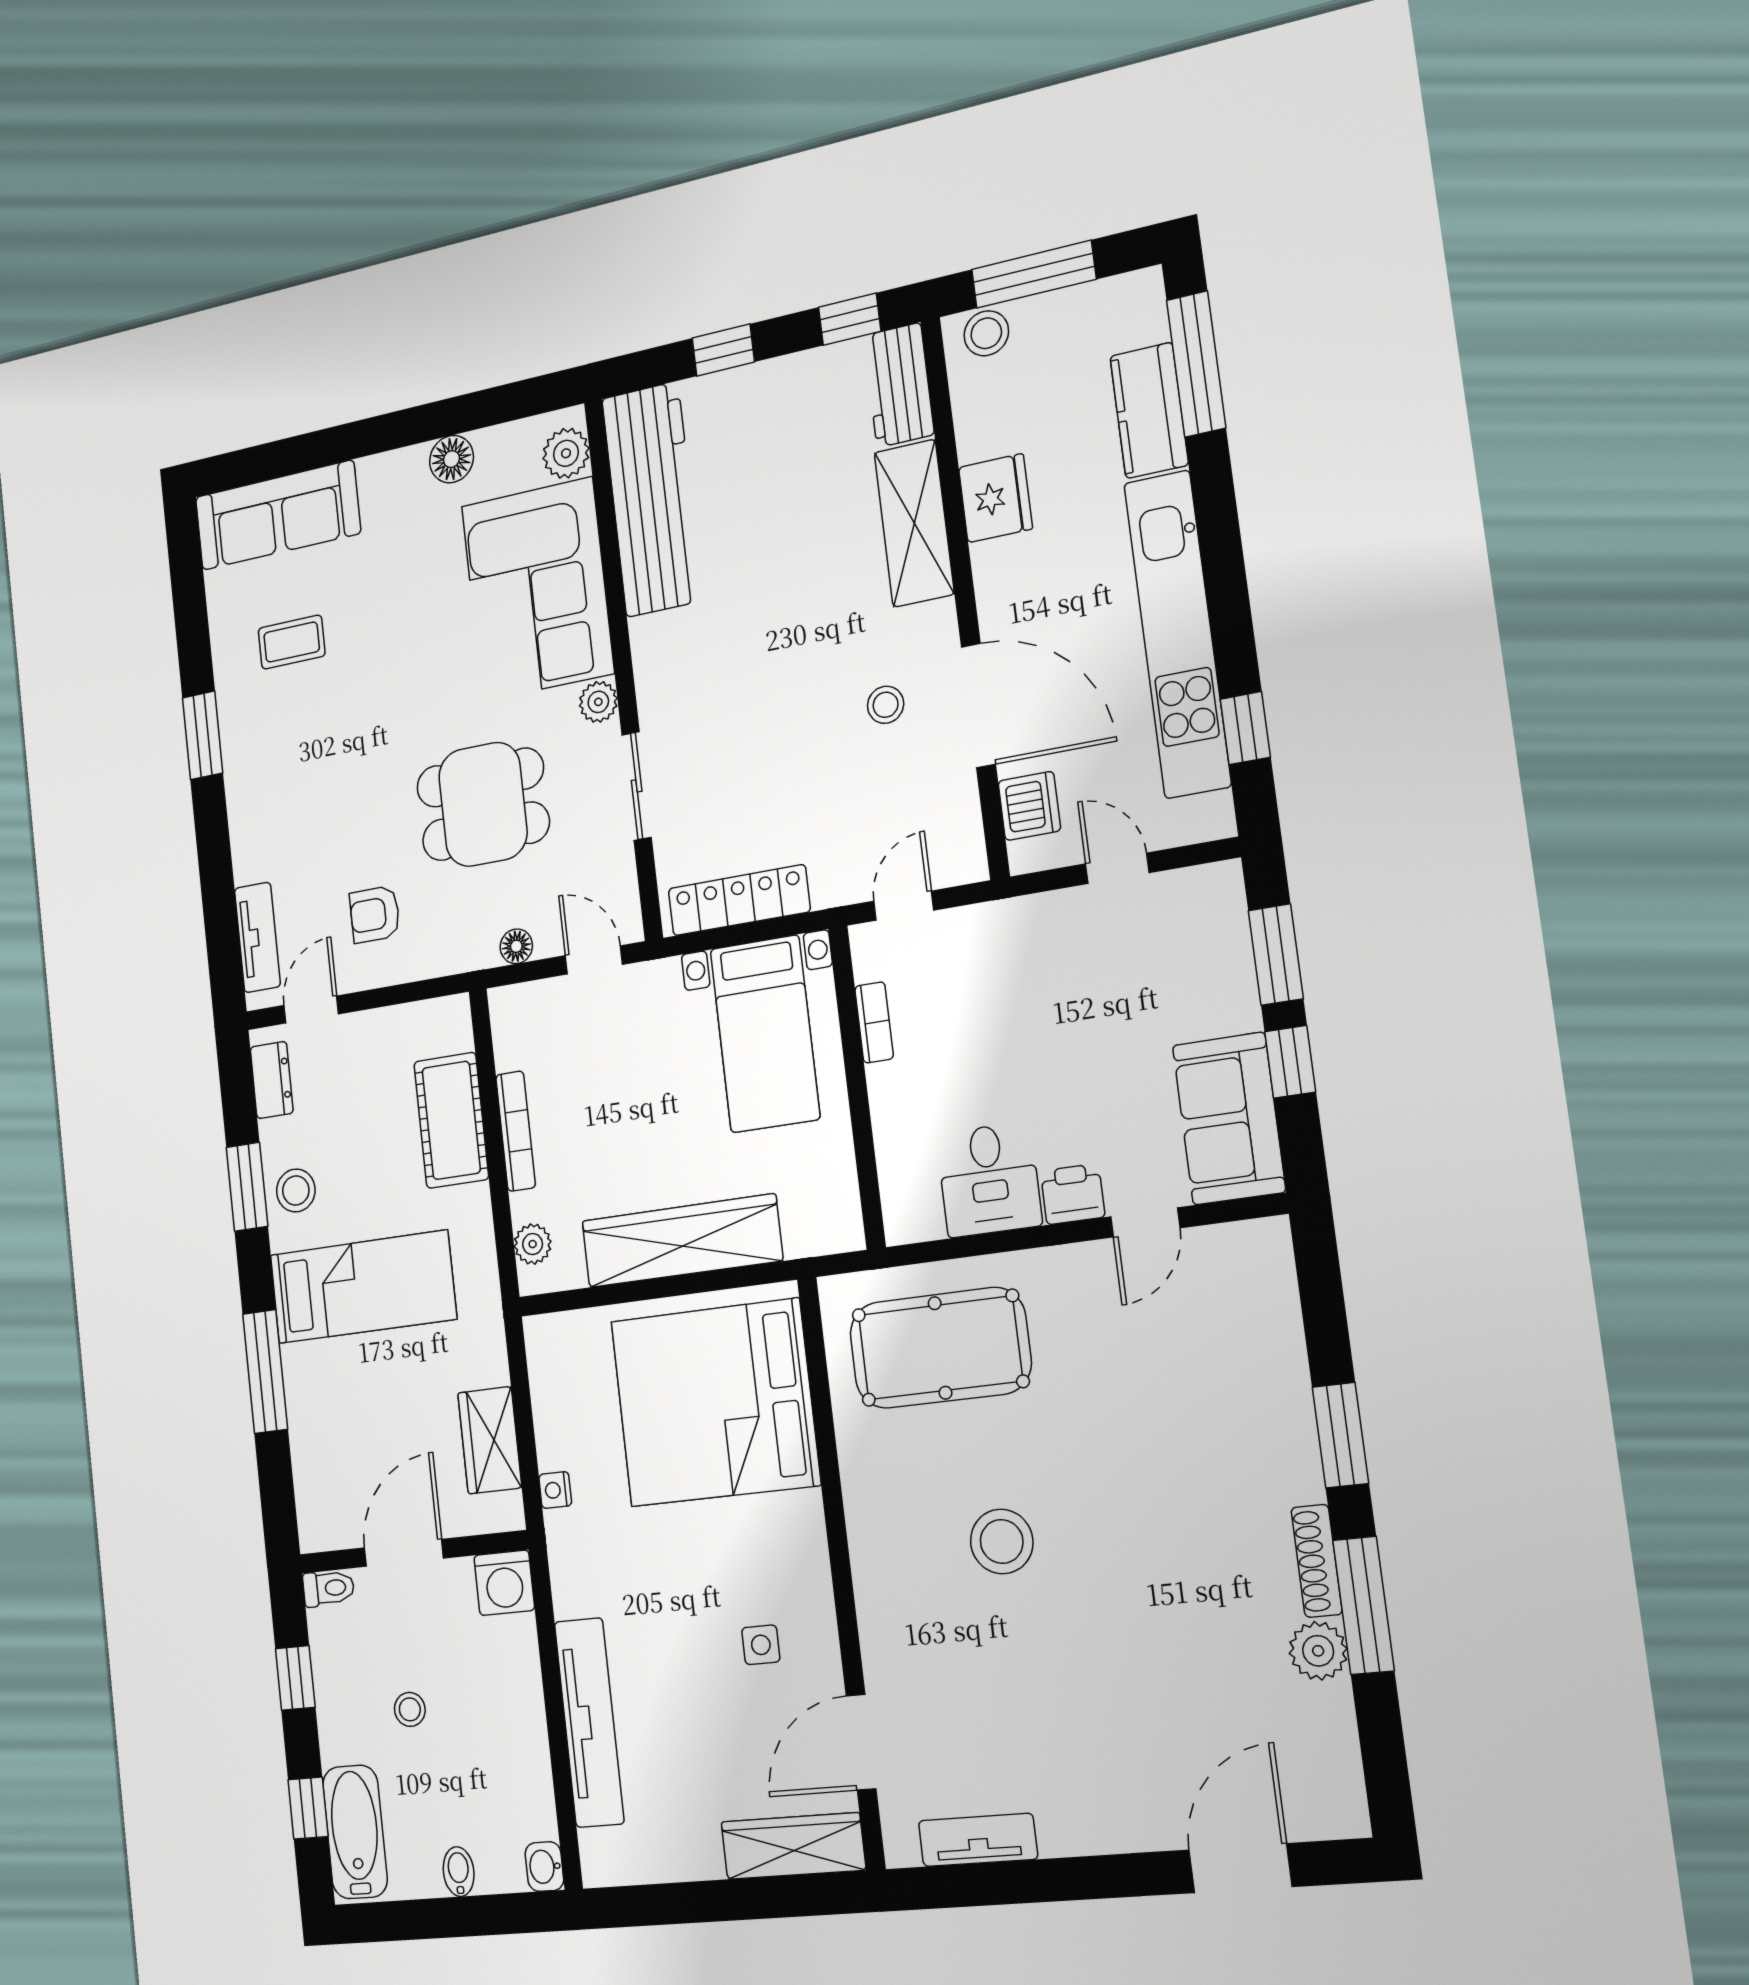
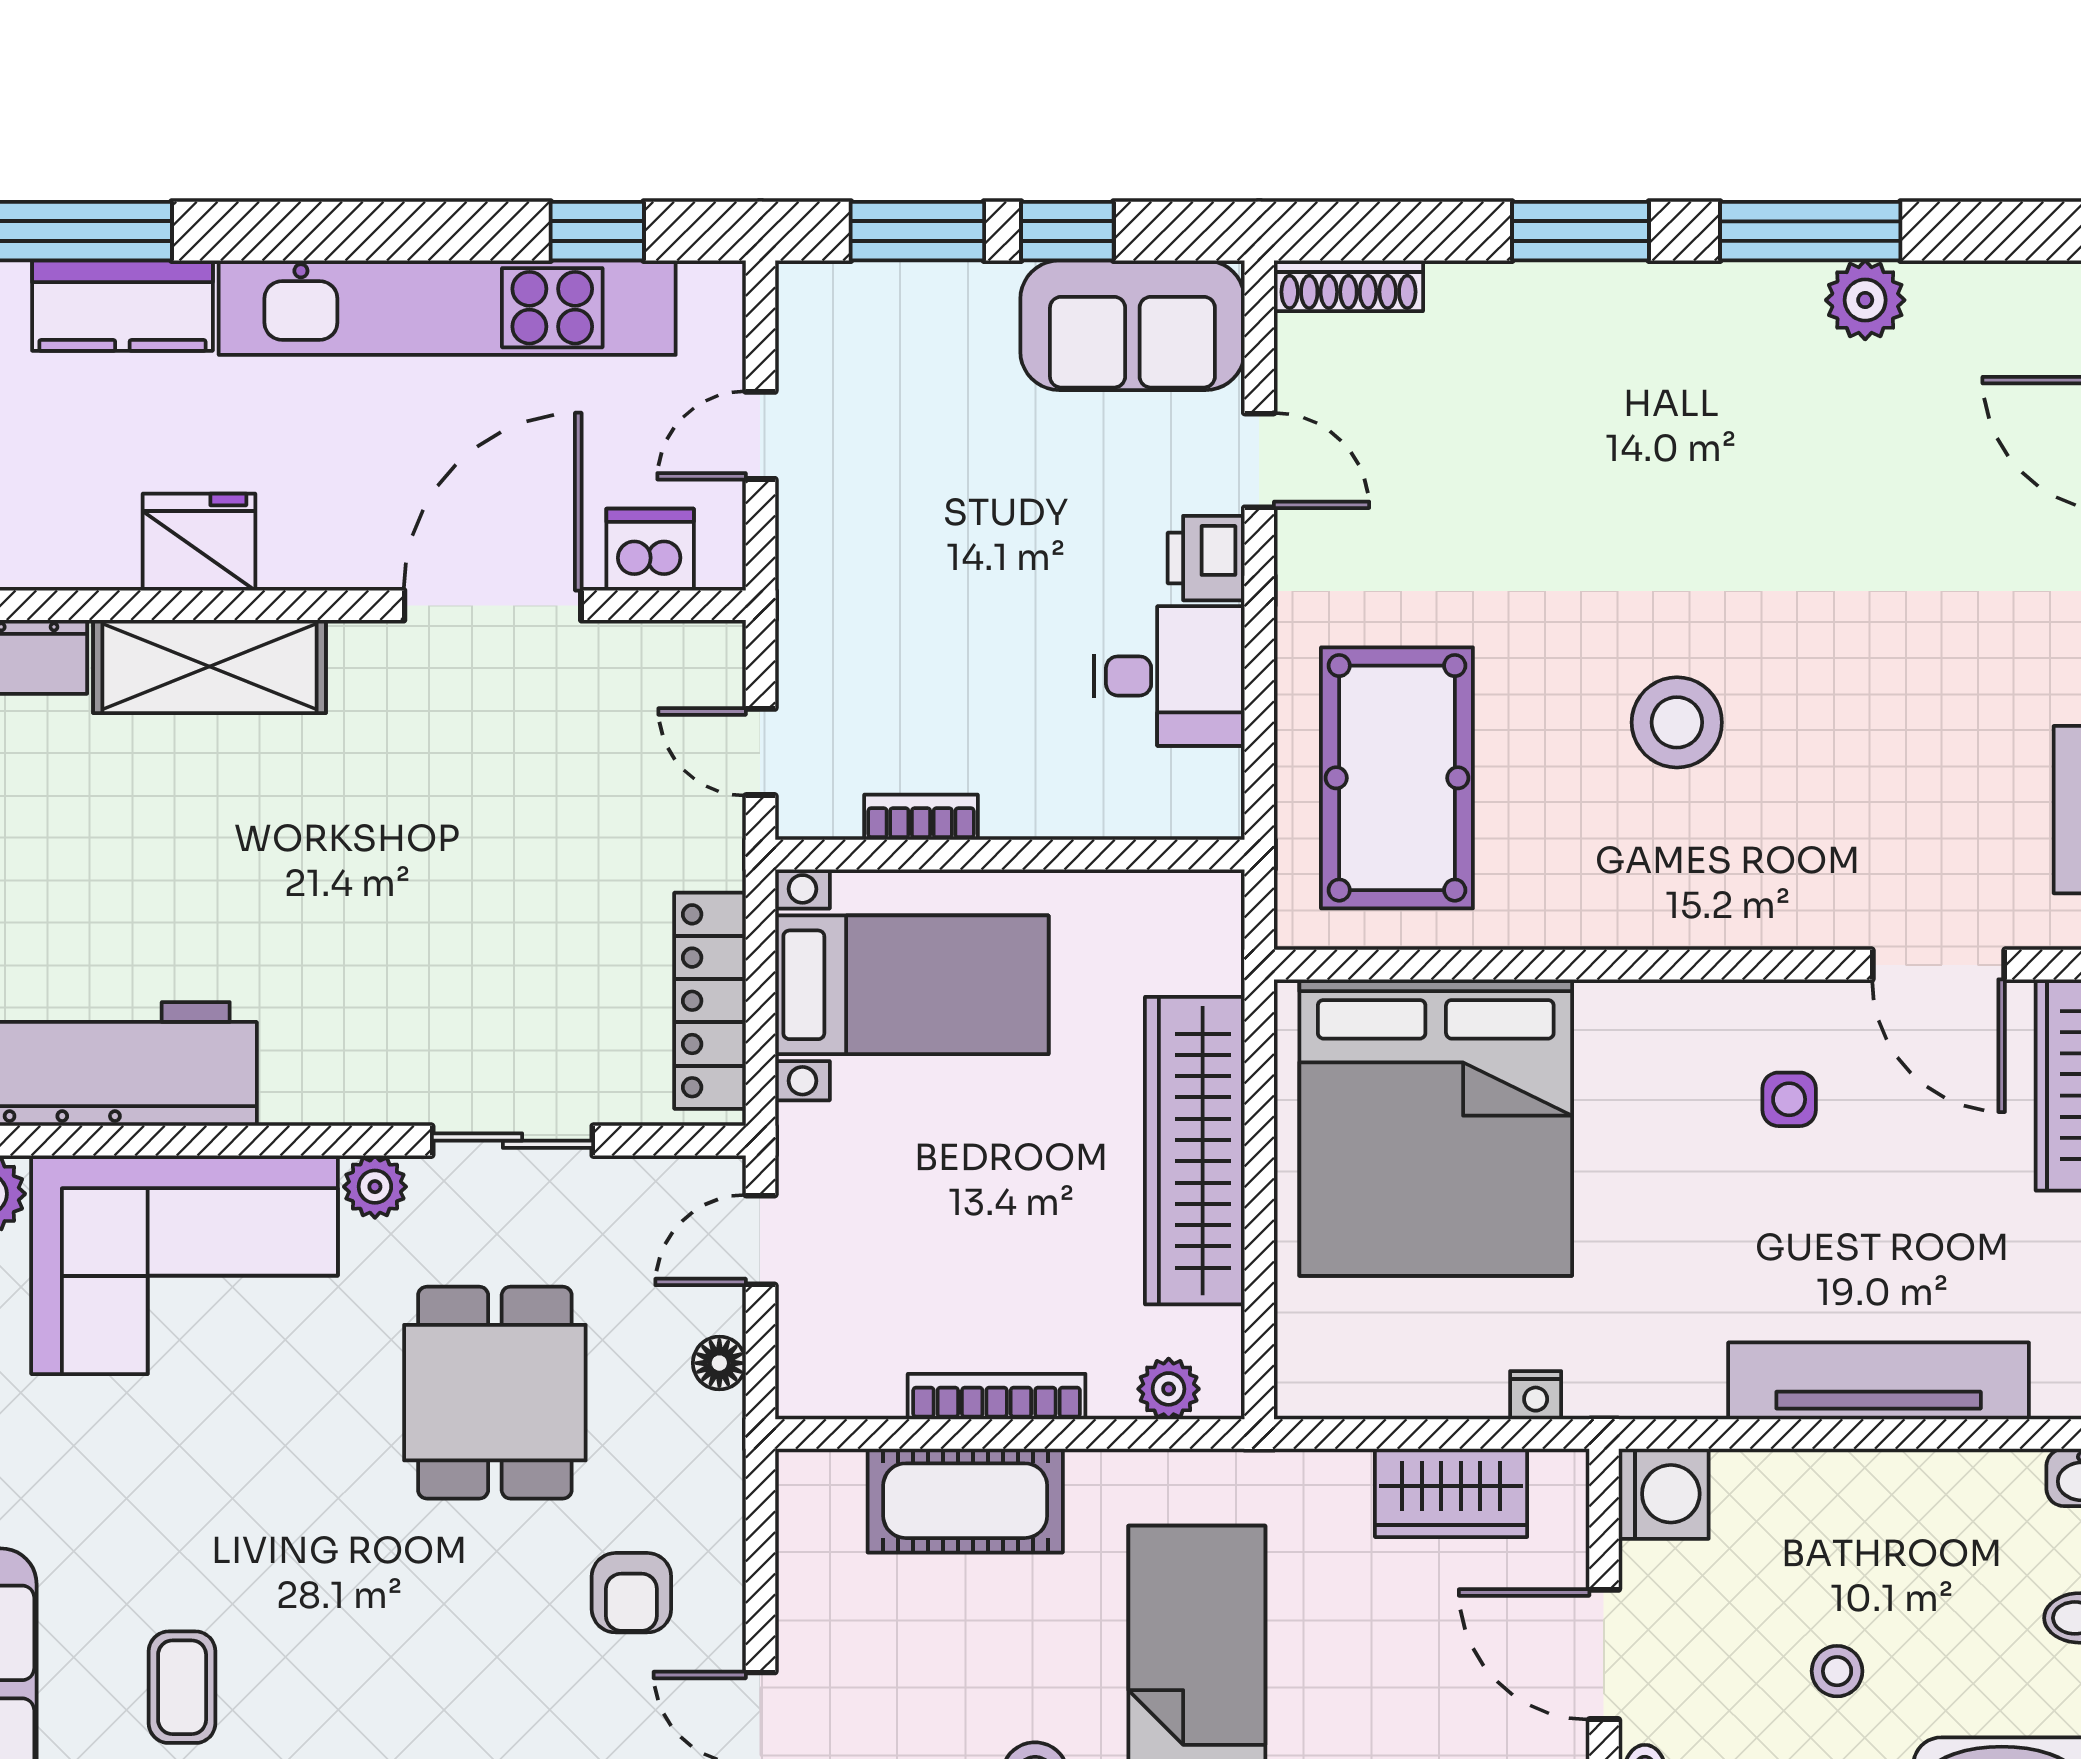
stool: (886, 705) -> (465, 742), removed
shoe rack: (1317, 1561) -> (1348, 286), moved

